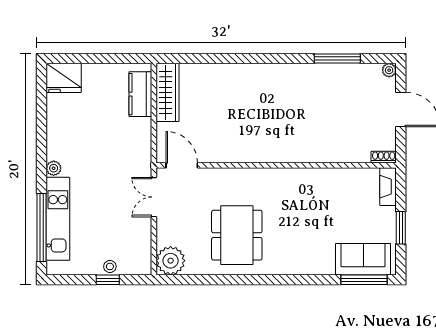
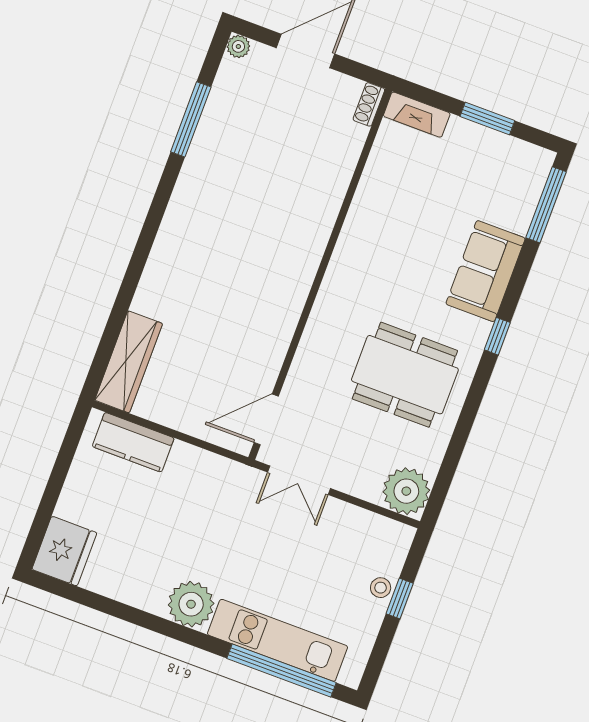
wardrobe: (168, 92) -> (129, 362), moved, turned 90
plant: (54, 168) -> (191, 604), width x1.88, depth x1.88
sofa: (363, 259) -> (486, 271), moved
window: (278, 280) -> (497, 336), added

